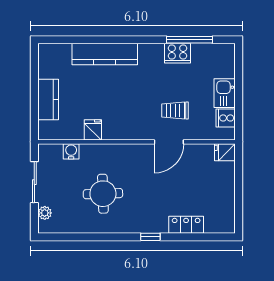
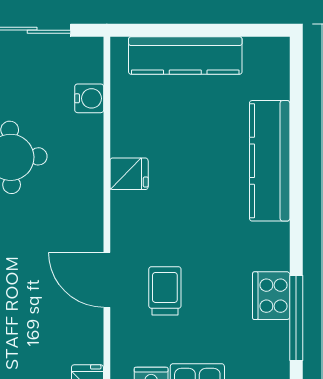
kitchen counter: (48, 100) -> (185, 56), width x1.50
fridge: (93, 130) -> (129, 174), moved

